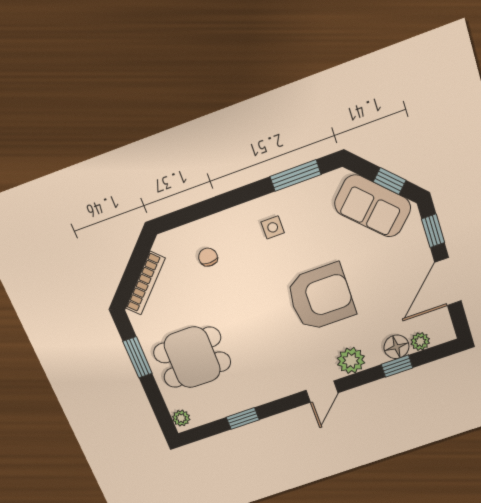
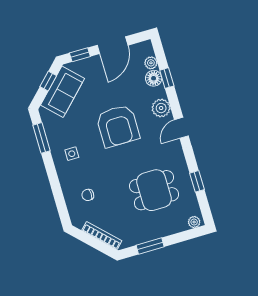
door: (448, 282) -> (113, 45), hinge flipped
armchair: (321, 297) -> (118, 126), turned 180
dining table: (192, 357) -> (154, 190), moved, turned 90
door: (322, 392) -> (181, 128), swing flipped

